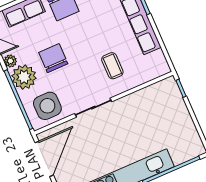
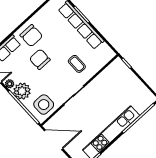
chair: (53, 58) -> (40, 59), moved
door: (44, 159) -> (54, 140), hinge flipped

